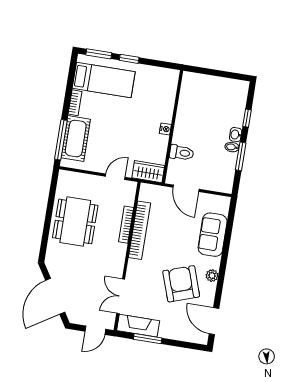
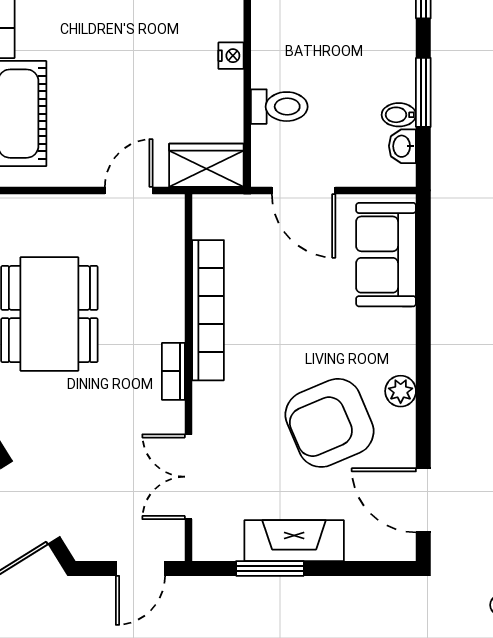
washbasin: (236, 135) -> (402, 146), moved
bidet: (232, 147) -> (399, 115), moved
bookcase: (126, 225) -> (173, 371), moved, width x0.64
sofa: (213, 235) -> (386, 255), moved
armchair: (181, 284) -> (330, 423), turned -94
fireplace: (138, 326) -> (294, 541), moved

